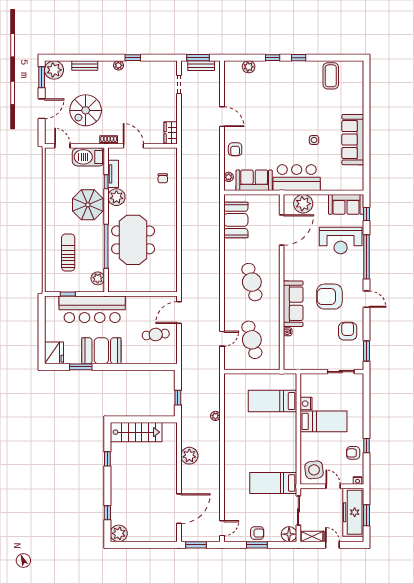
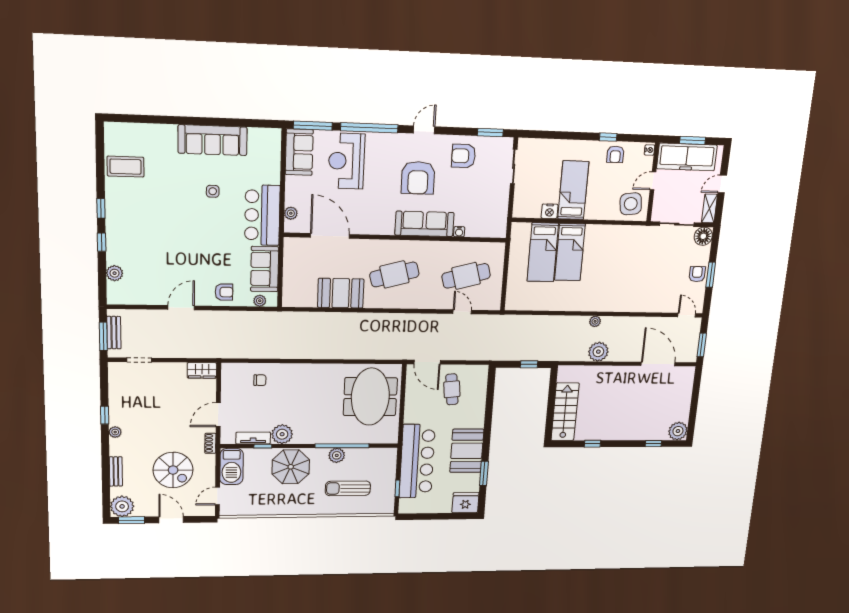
plant: (303, 204) -> (291, 213), width x0.53, depth x0.53
window: (366, 214) -> (313, 126), width x2.17
booth: (236, 220) -> (341, 293), moved
meeting table: (133, 240) -> (370, 397), moved, turned 90
reception desk: (341, 241) -> (346, 161), turned 180
plant: (98, 278) -> (337, 455), moved
plant: (215, 416) -> (595, 321), moved
bed: (273, 483) -> (570, 252), moved

